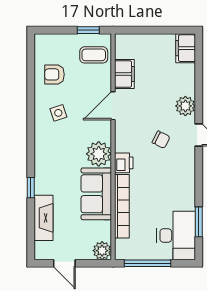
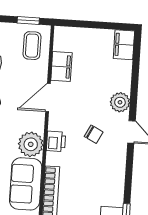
coffee table: (94, 55) -> (32, 46), turned 90
printer: (124, 163) -> (56, 141), moved

